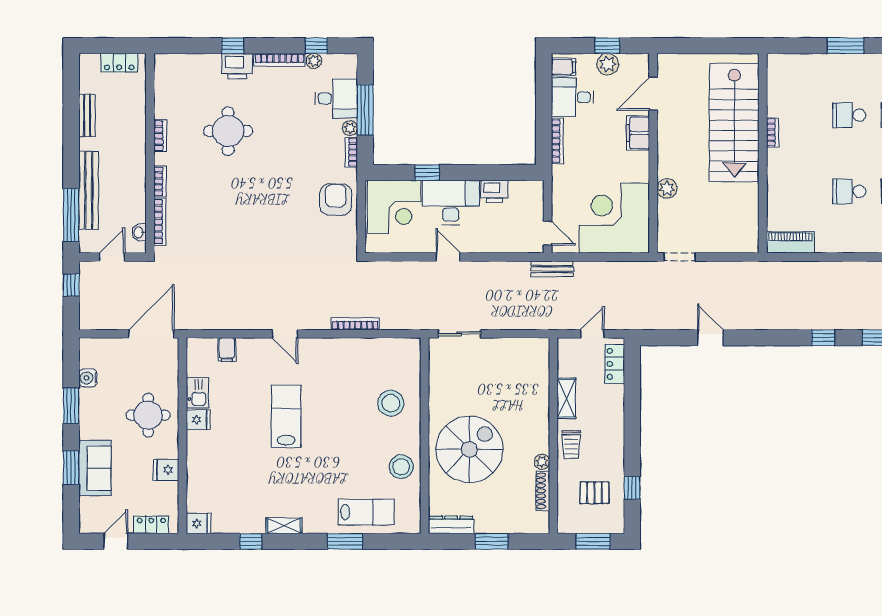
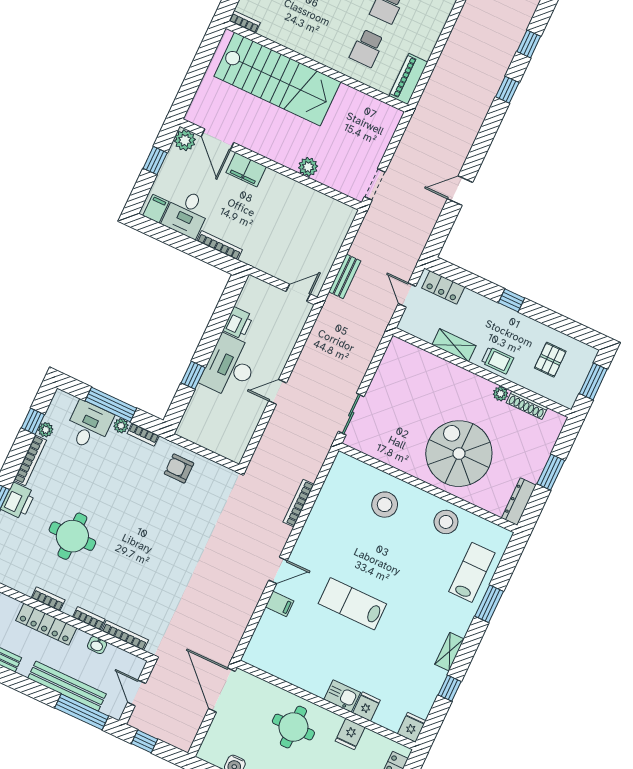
plant: (608, 64) -> (185, 140), moved
bookcase: (773, 132) -> (245, 22), moved
locker: (136, 145) -> (46, 624), added
school desk: (801, 191) -> (367, 48), added
armchair: (336, 200) -> (179, 468), width x0.72, depth x0.72
corner desk: (394, 207) -> (210, 419), removed
corner desk: (614, 218) -> (313, 227), removed
washbasin: (139, 232) -> (97, 645), moved
bench: (552, 269) -> (345, 276), moved
filing cabinet: (227, 350) -> (280, 604), moved
kitchen sink: (198, 393) -> (342, 696), moved
fridge: (198, 420) -> (366, 706), moved
window: (632, 488) -> (512, 300), moved

